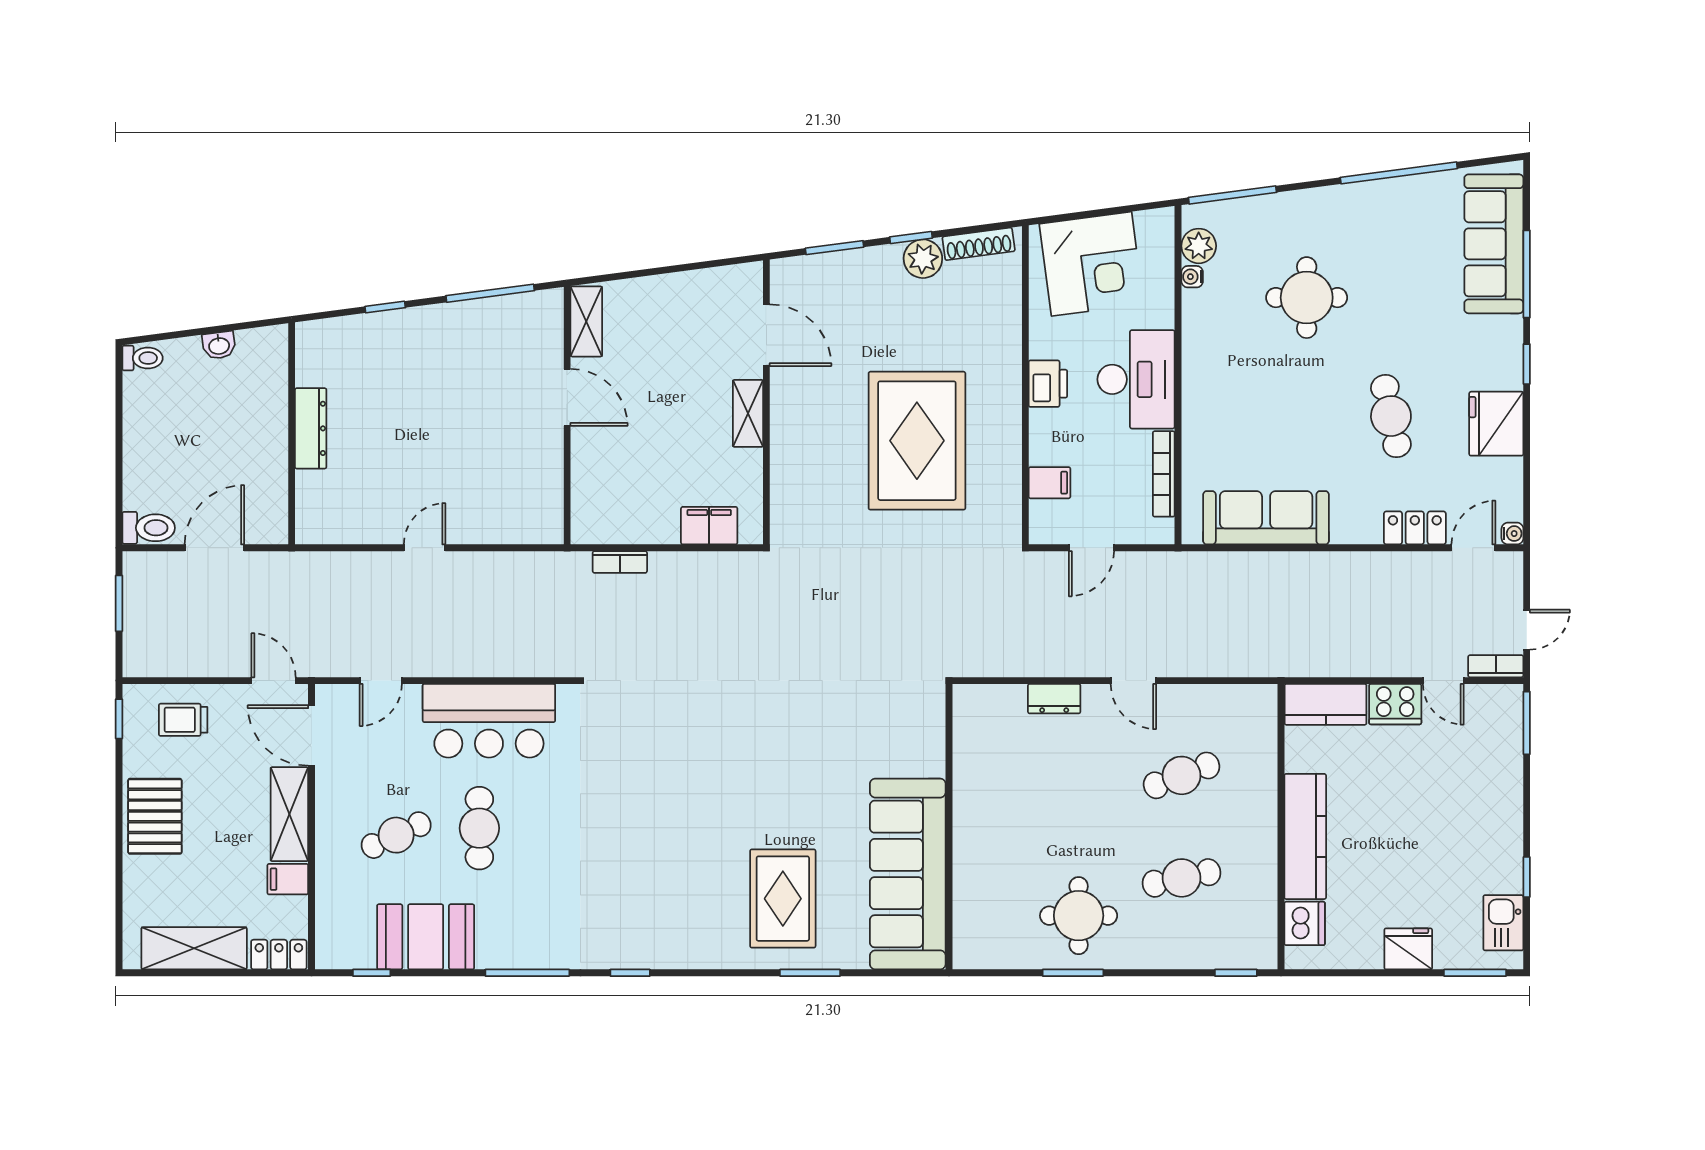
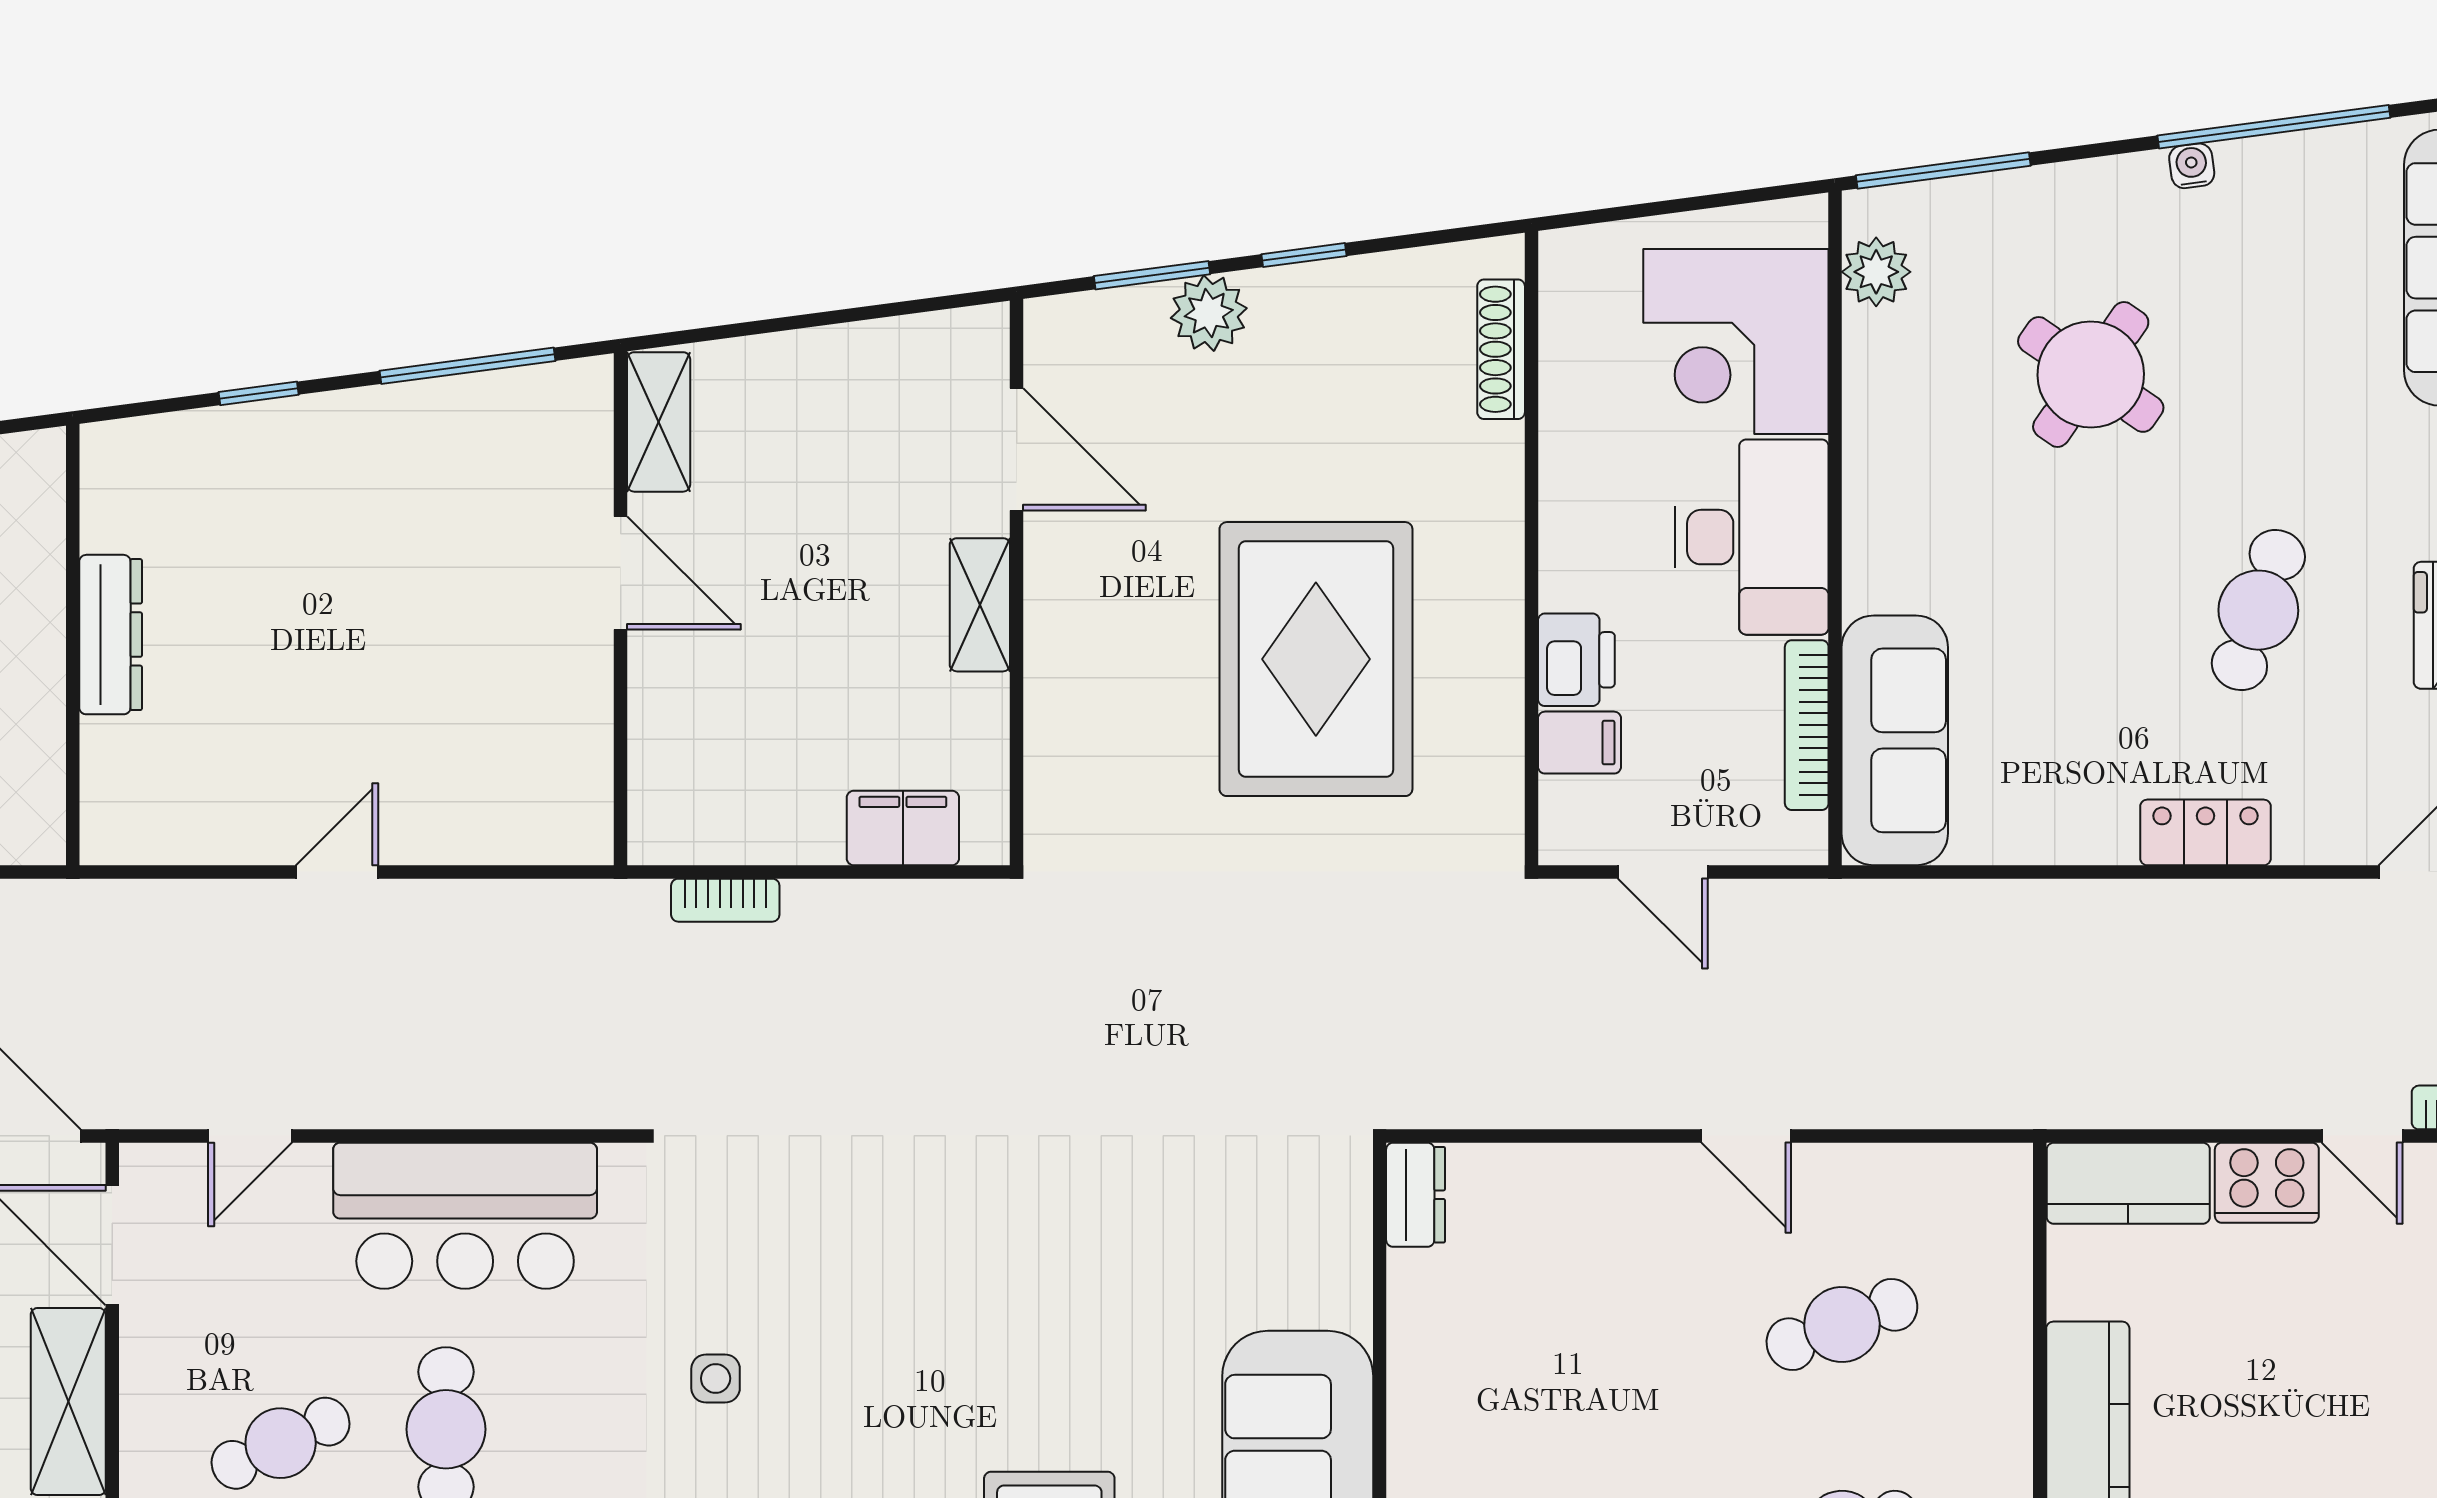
shoe rack: (979, 244) -> (1501, 349), moved, turned 98
plant: (923, 259) -> (1209, 313), moved
corner desk: (1091, 264) -> (1736, 341), moved, turned 98
water cooler: (1192, 277) -> (2192, 166), moved, turned 82
round table: (1307, 298) -> (2091, 374), turned 35
printer: (1048, 384) -> (1576, 660), moved
cafe table: (1391, 416) -> (2258, 610), turned 31
sofa: (1266, 518) -> (1895, 740), moved, turned 90
locker: (1415, 528) -> (2205, 832), moved
door: (1091, 548) -> (1663, 872), hinge flipped
dresser: (1054, 699) -> (1416, 1195), moved, turned -90
side table: (615, 803) -> (716, 1378), added

